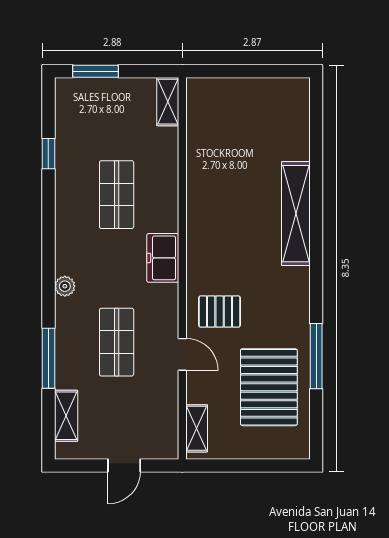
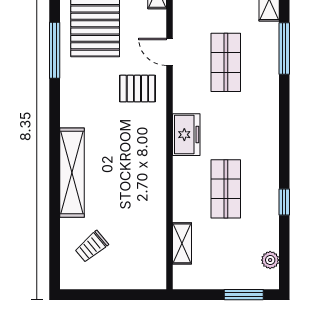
shelving: (168, 102) -> (182, 243), moved
trolley: (273, 127) -> (92, 247), added
window: (48, 154) -> (284, 202), moved
plant: (65, 286) -> (270, 260), moved

